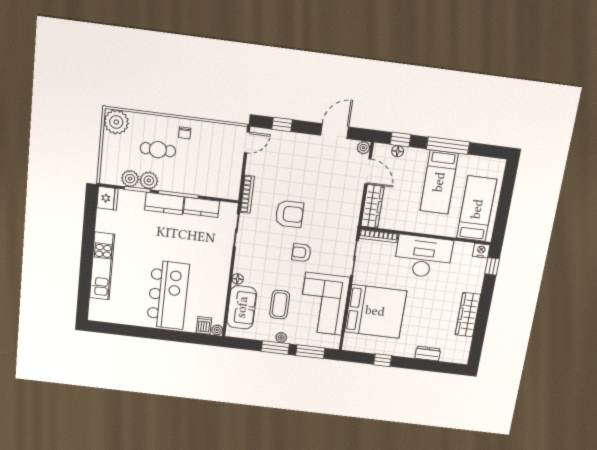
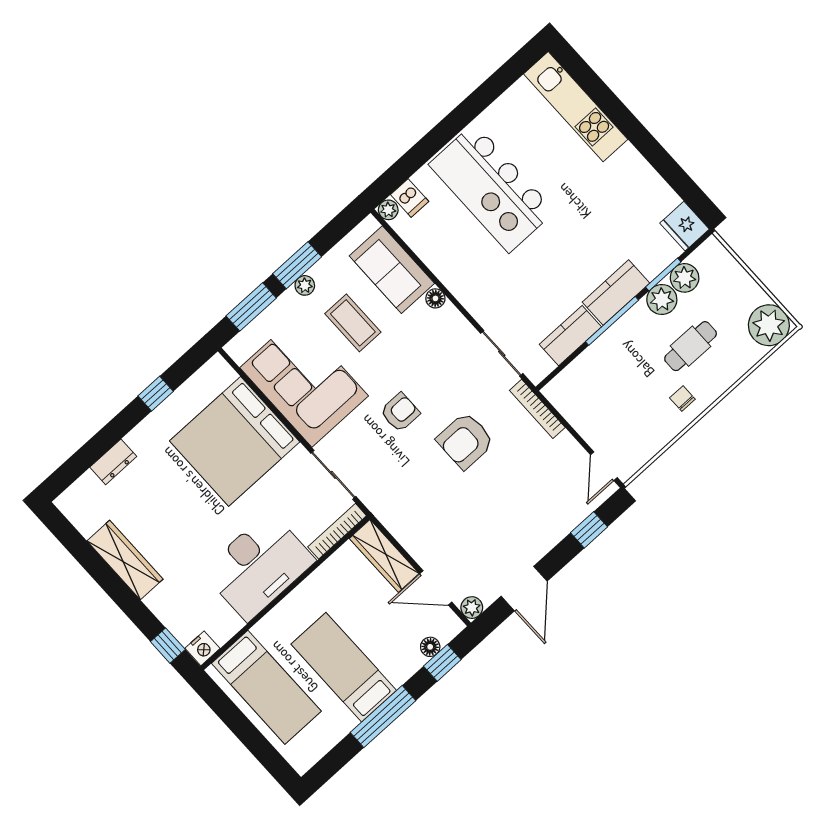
kitchen unit: (102, 266) -> (576, 107), moved

